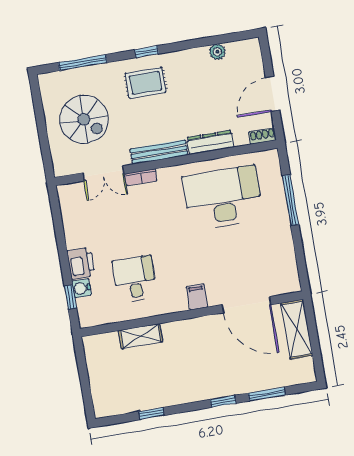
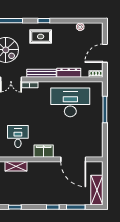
filing cabinet: (197, 297) -> (44, 151), width x2.00
shelving: (297, 329) -> (97, 190), moved

